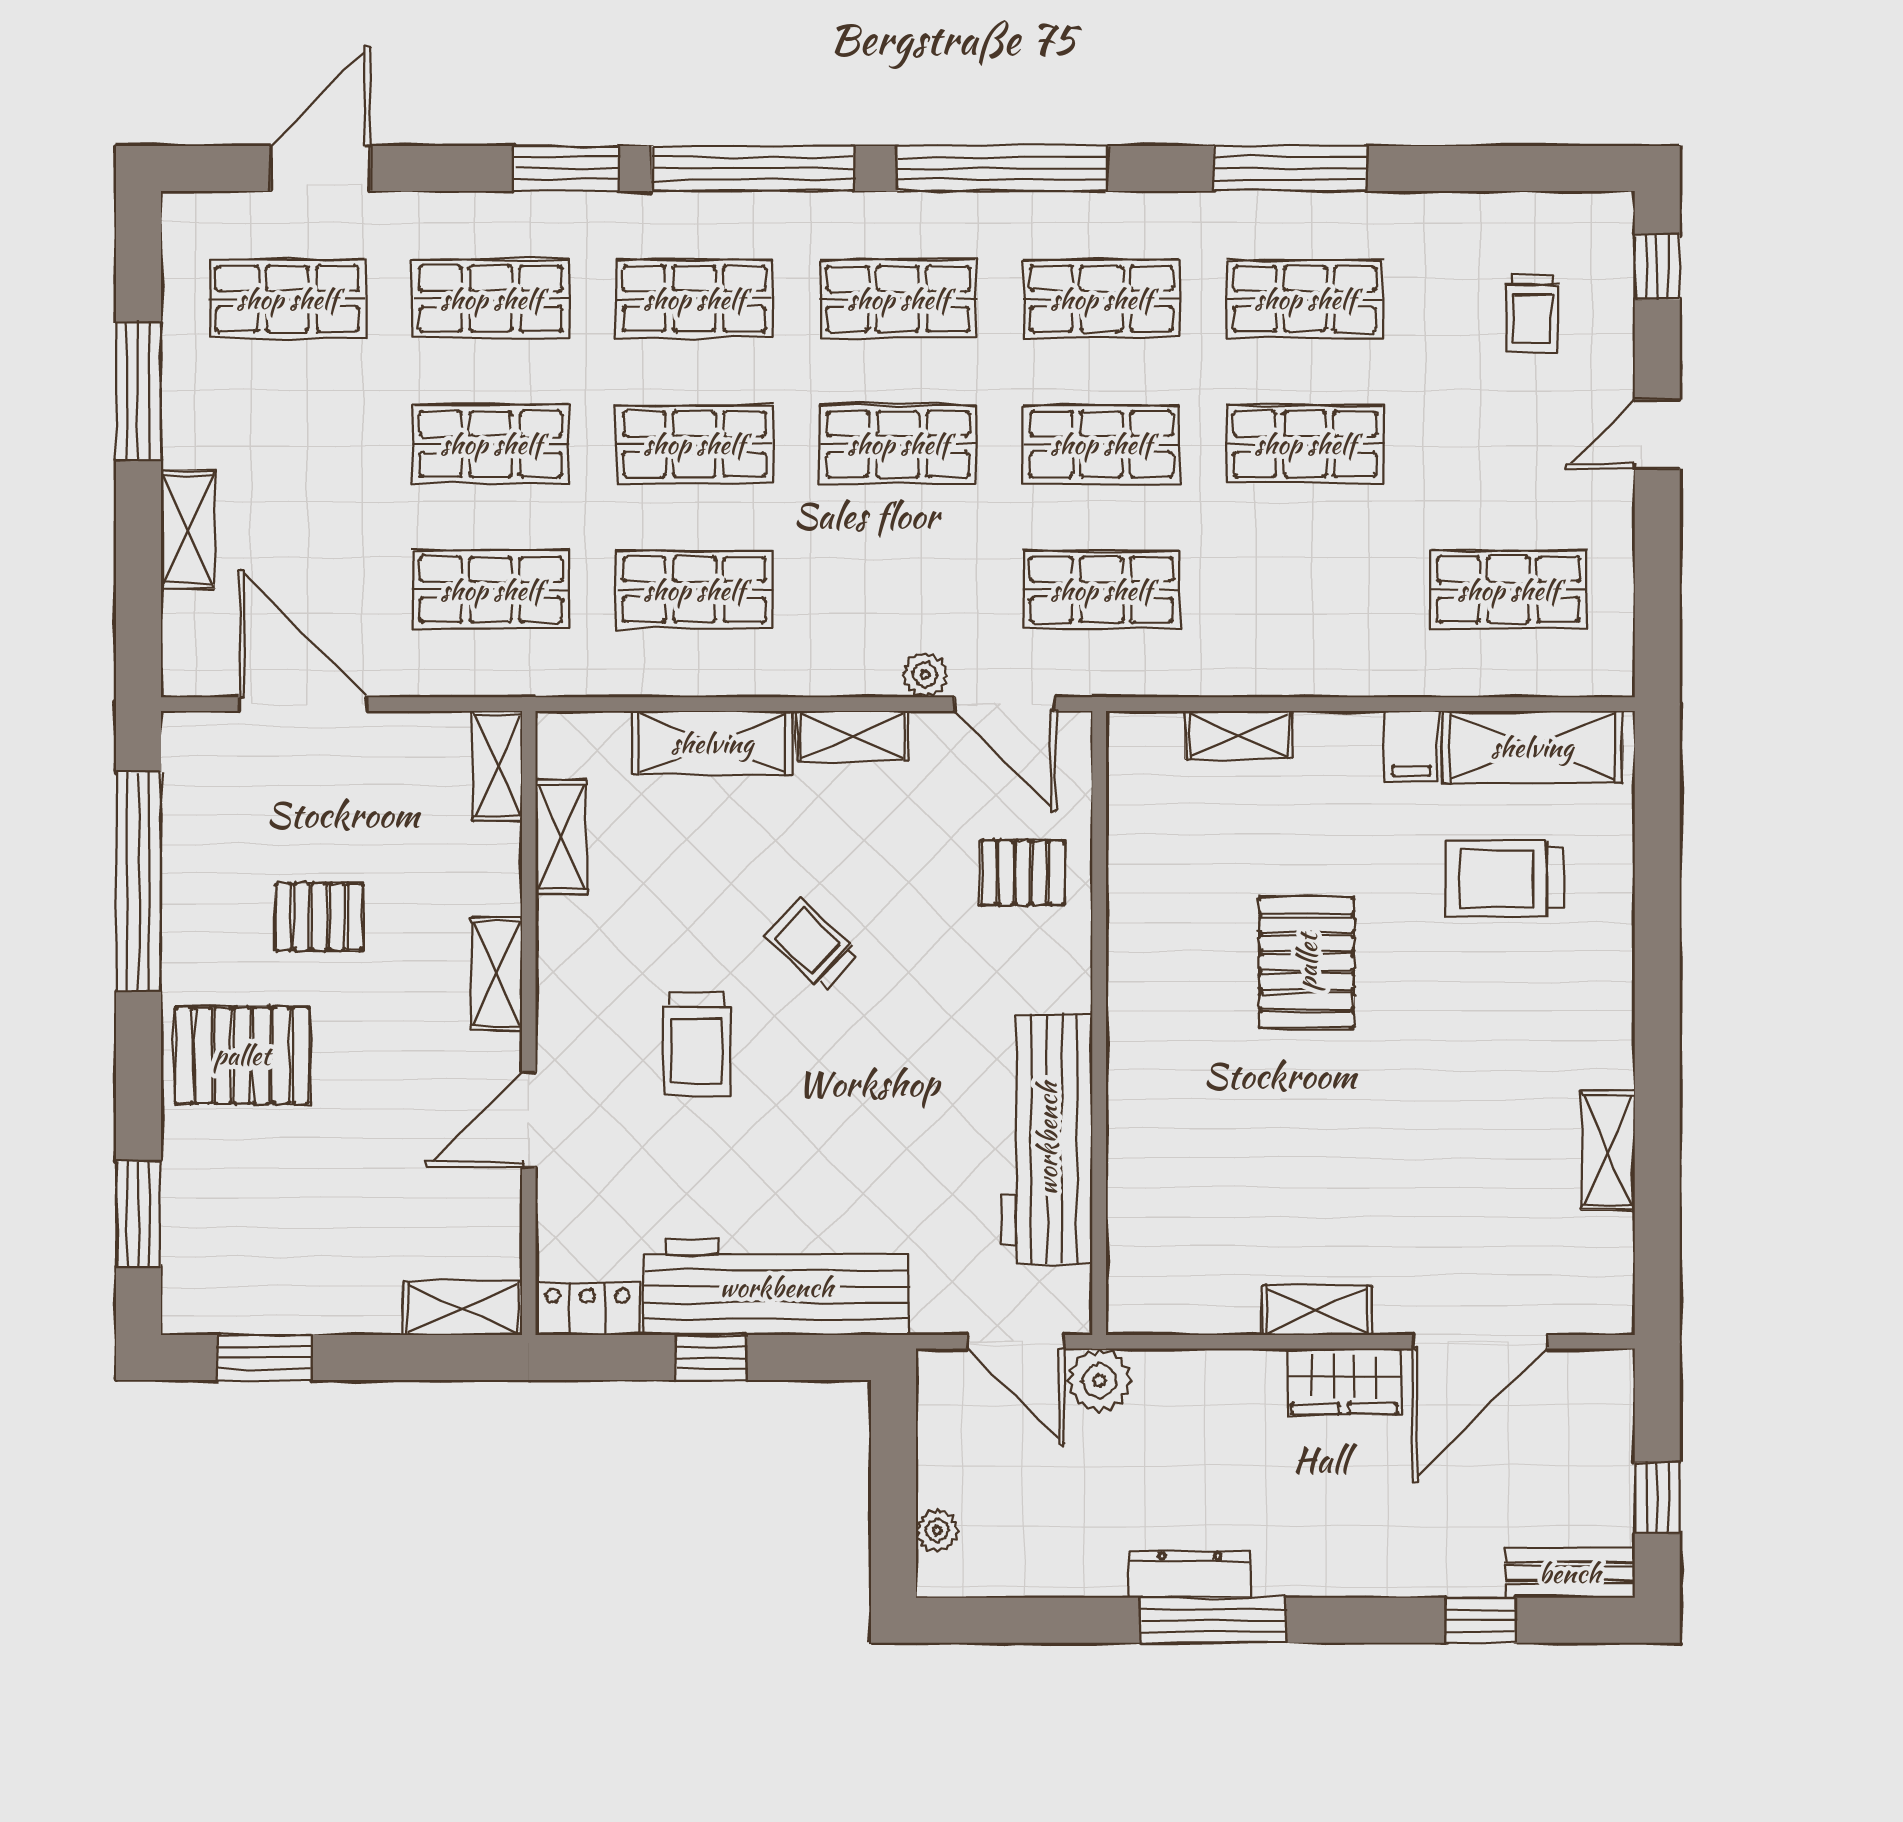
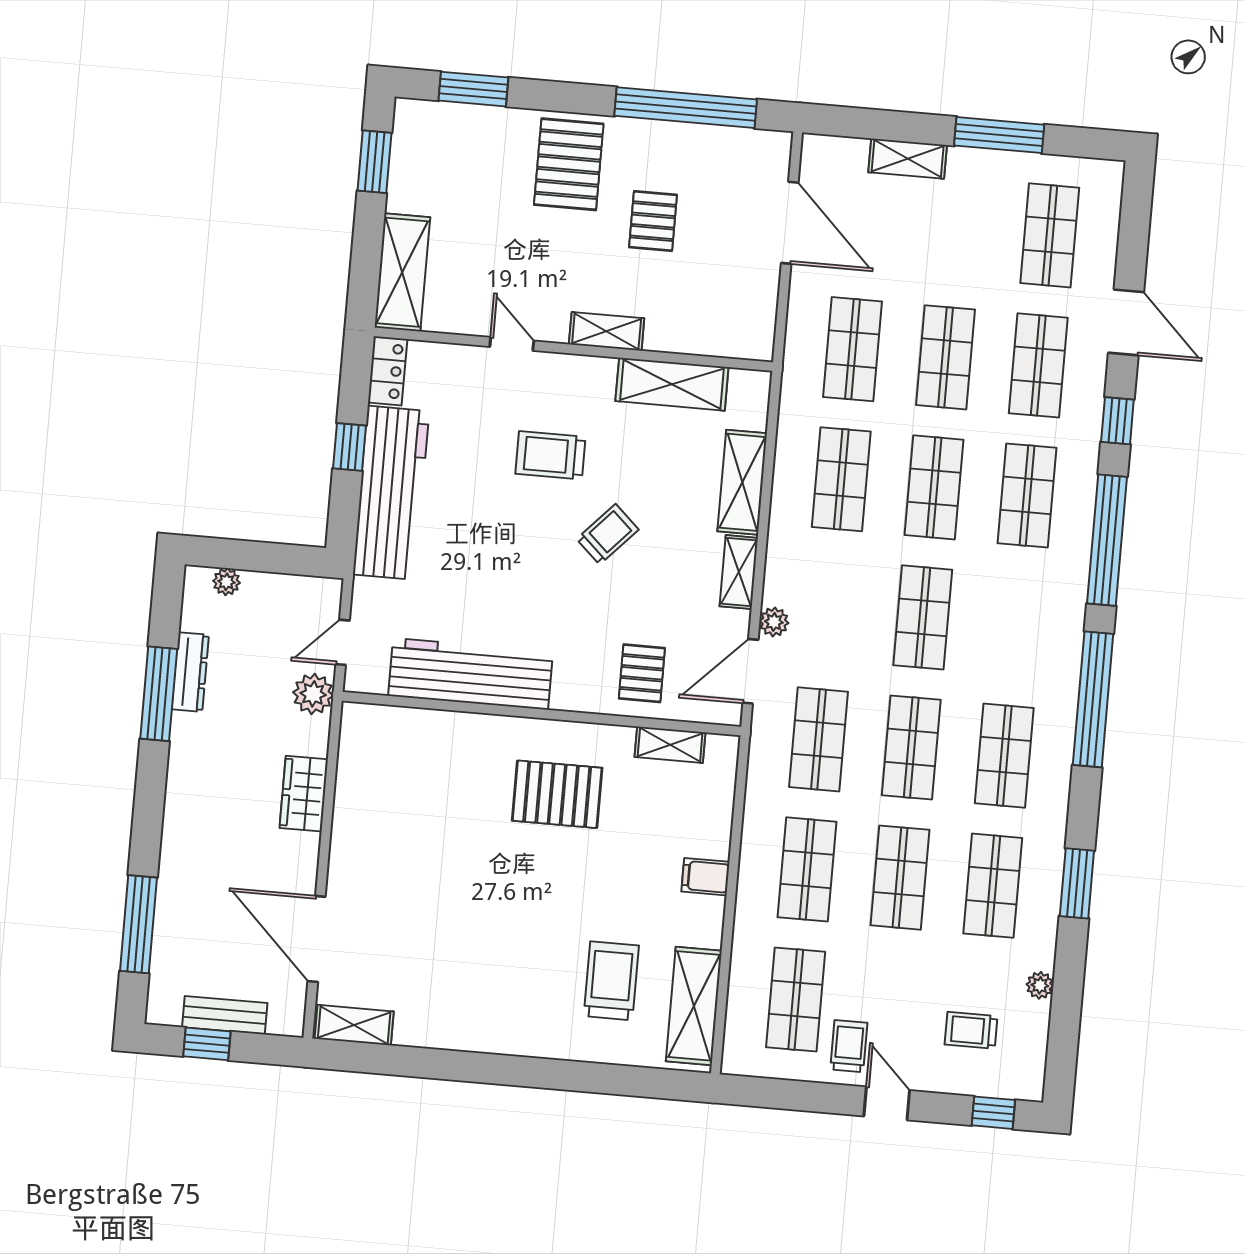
door: (320, 168) -> (1126, 322), moved
window: (566, 168) -> (1117, 421), width x0.67
window: (1290, 168) -> (1077, 883), width x0.69
plant: (1453, 212) -> (1040, 985), added
shop shelf: (898, 299) -> (807, 869), moved
trolley: (1574, 501) -> (849, 1046), added
door: (303, 704) -> (790, 223), hinge flipped
shelving: (1239, 735) -> (670, 745), moved, turned 90
filing cabinet: (1412, 746) -> (705, 877), moved
shelving: (497, 766) -> (739, 343), removed
shelving: (561, 837) -> (672, 384), width x1.50, depth x1.33
pallet: (1307, 962) -> (557, 794), moved
door: (529, 1119) -> (512, 344), width x0.73
shelving: (1608, 1150) -> (354, 1025), moved
shelving: (462, 1308) -> (402, 272), width x1.50, depth x1.33
shelving: (1317, 1310) -> (346, 837), removed
door: (1015, 1342) -> (343, 642), width x0.73
wardrobe: (1344, 1381) -> (304, 794), moved
bench: (1570, 1573) -> (225, 1015), moved, turned 90
dresser: (1190, 1574) -> (190, 672), moved
window: (1213, 1620) -> (159, 694), moved
window: (1481, 1620) -> (139, 924), width x2.17

